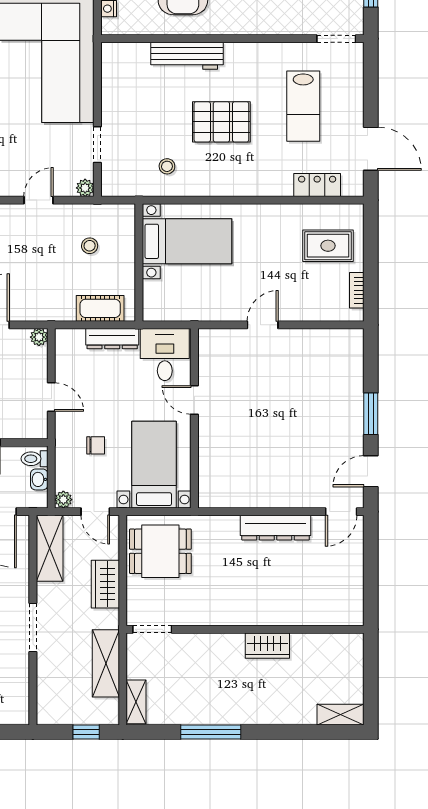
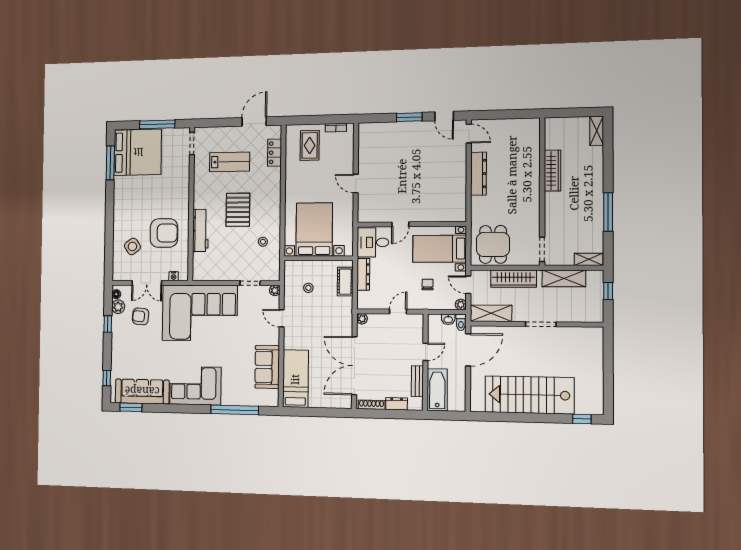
bed with nightstands: (187, 241) -> (314, 229), width x1.36
toilet: (34, 459) -> (461, 322), moved
door: (95, 512) -> (468, 285), swing flipped
wardrobe: (105, 584) -> (514, 279), width x1.50
wardrobe: (267, 646) -> (553, 171), width x1.50

